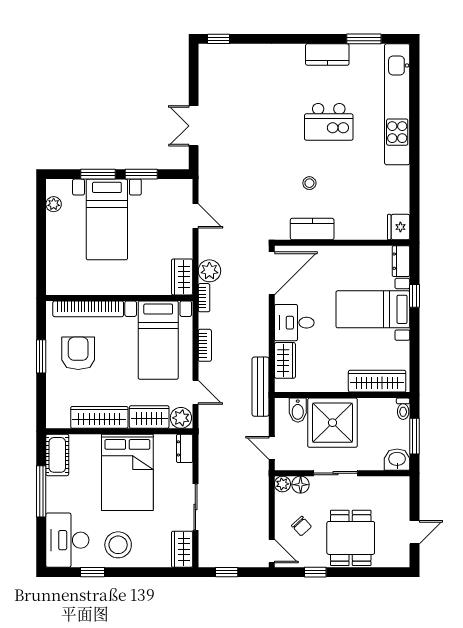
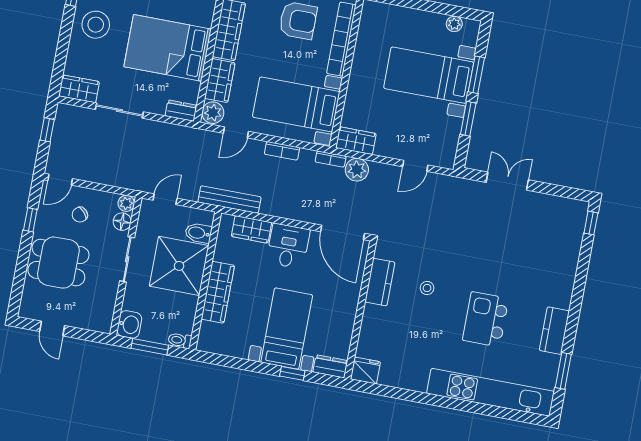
wardrobe: (377, 381) -> (218, 292), moved

